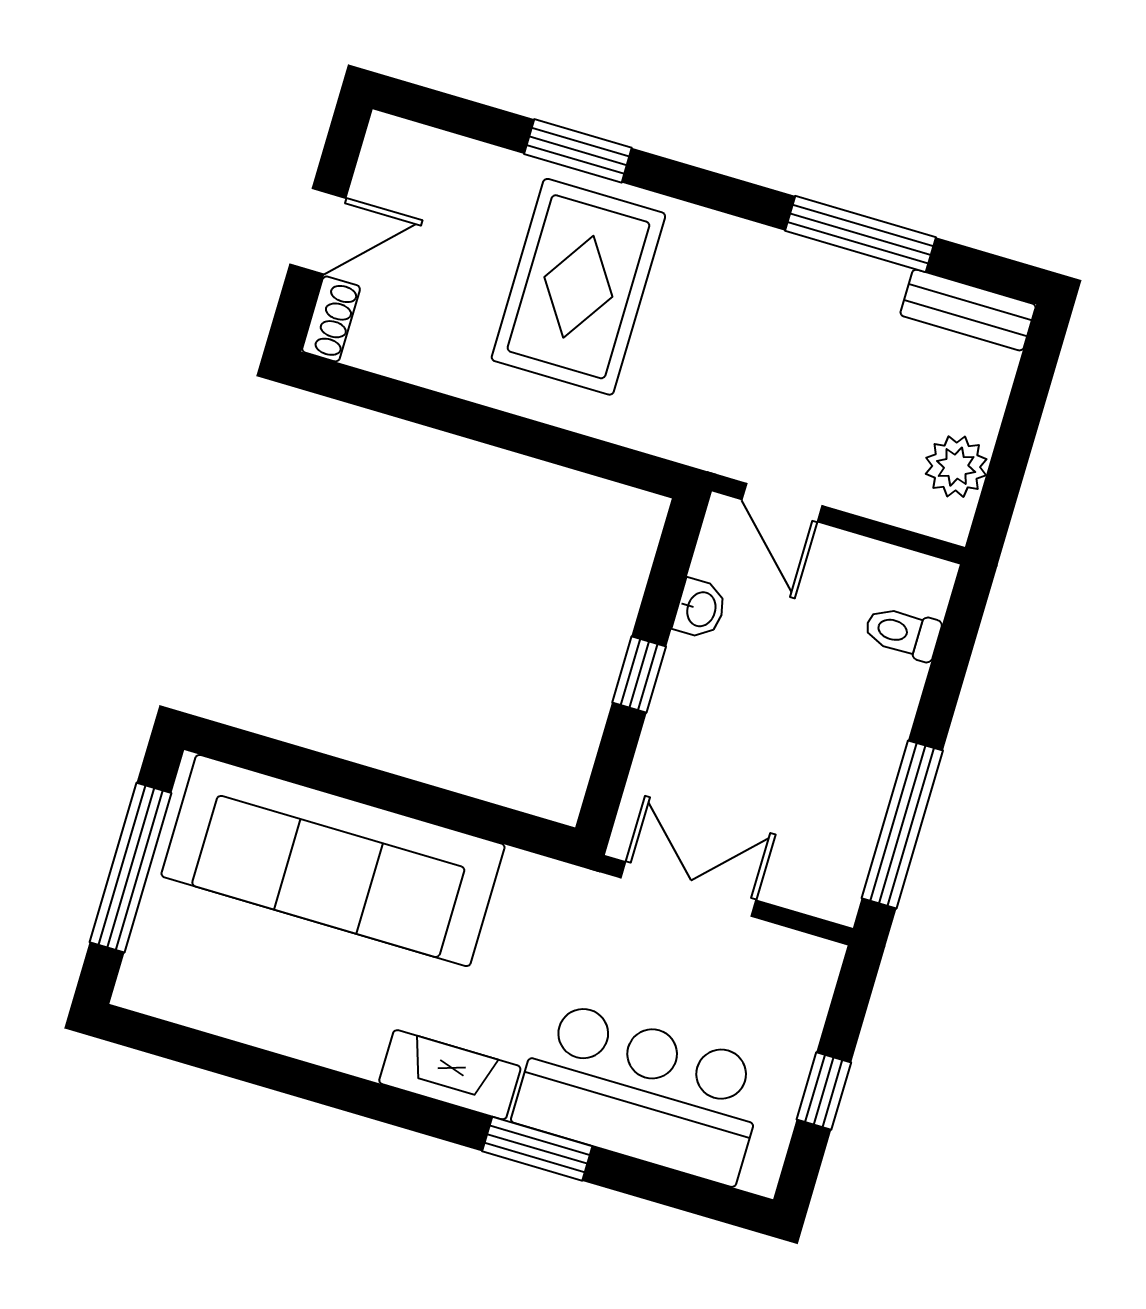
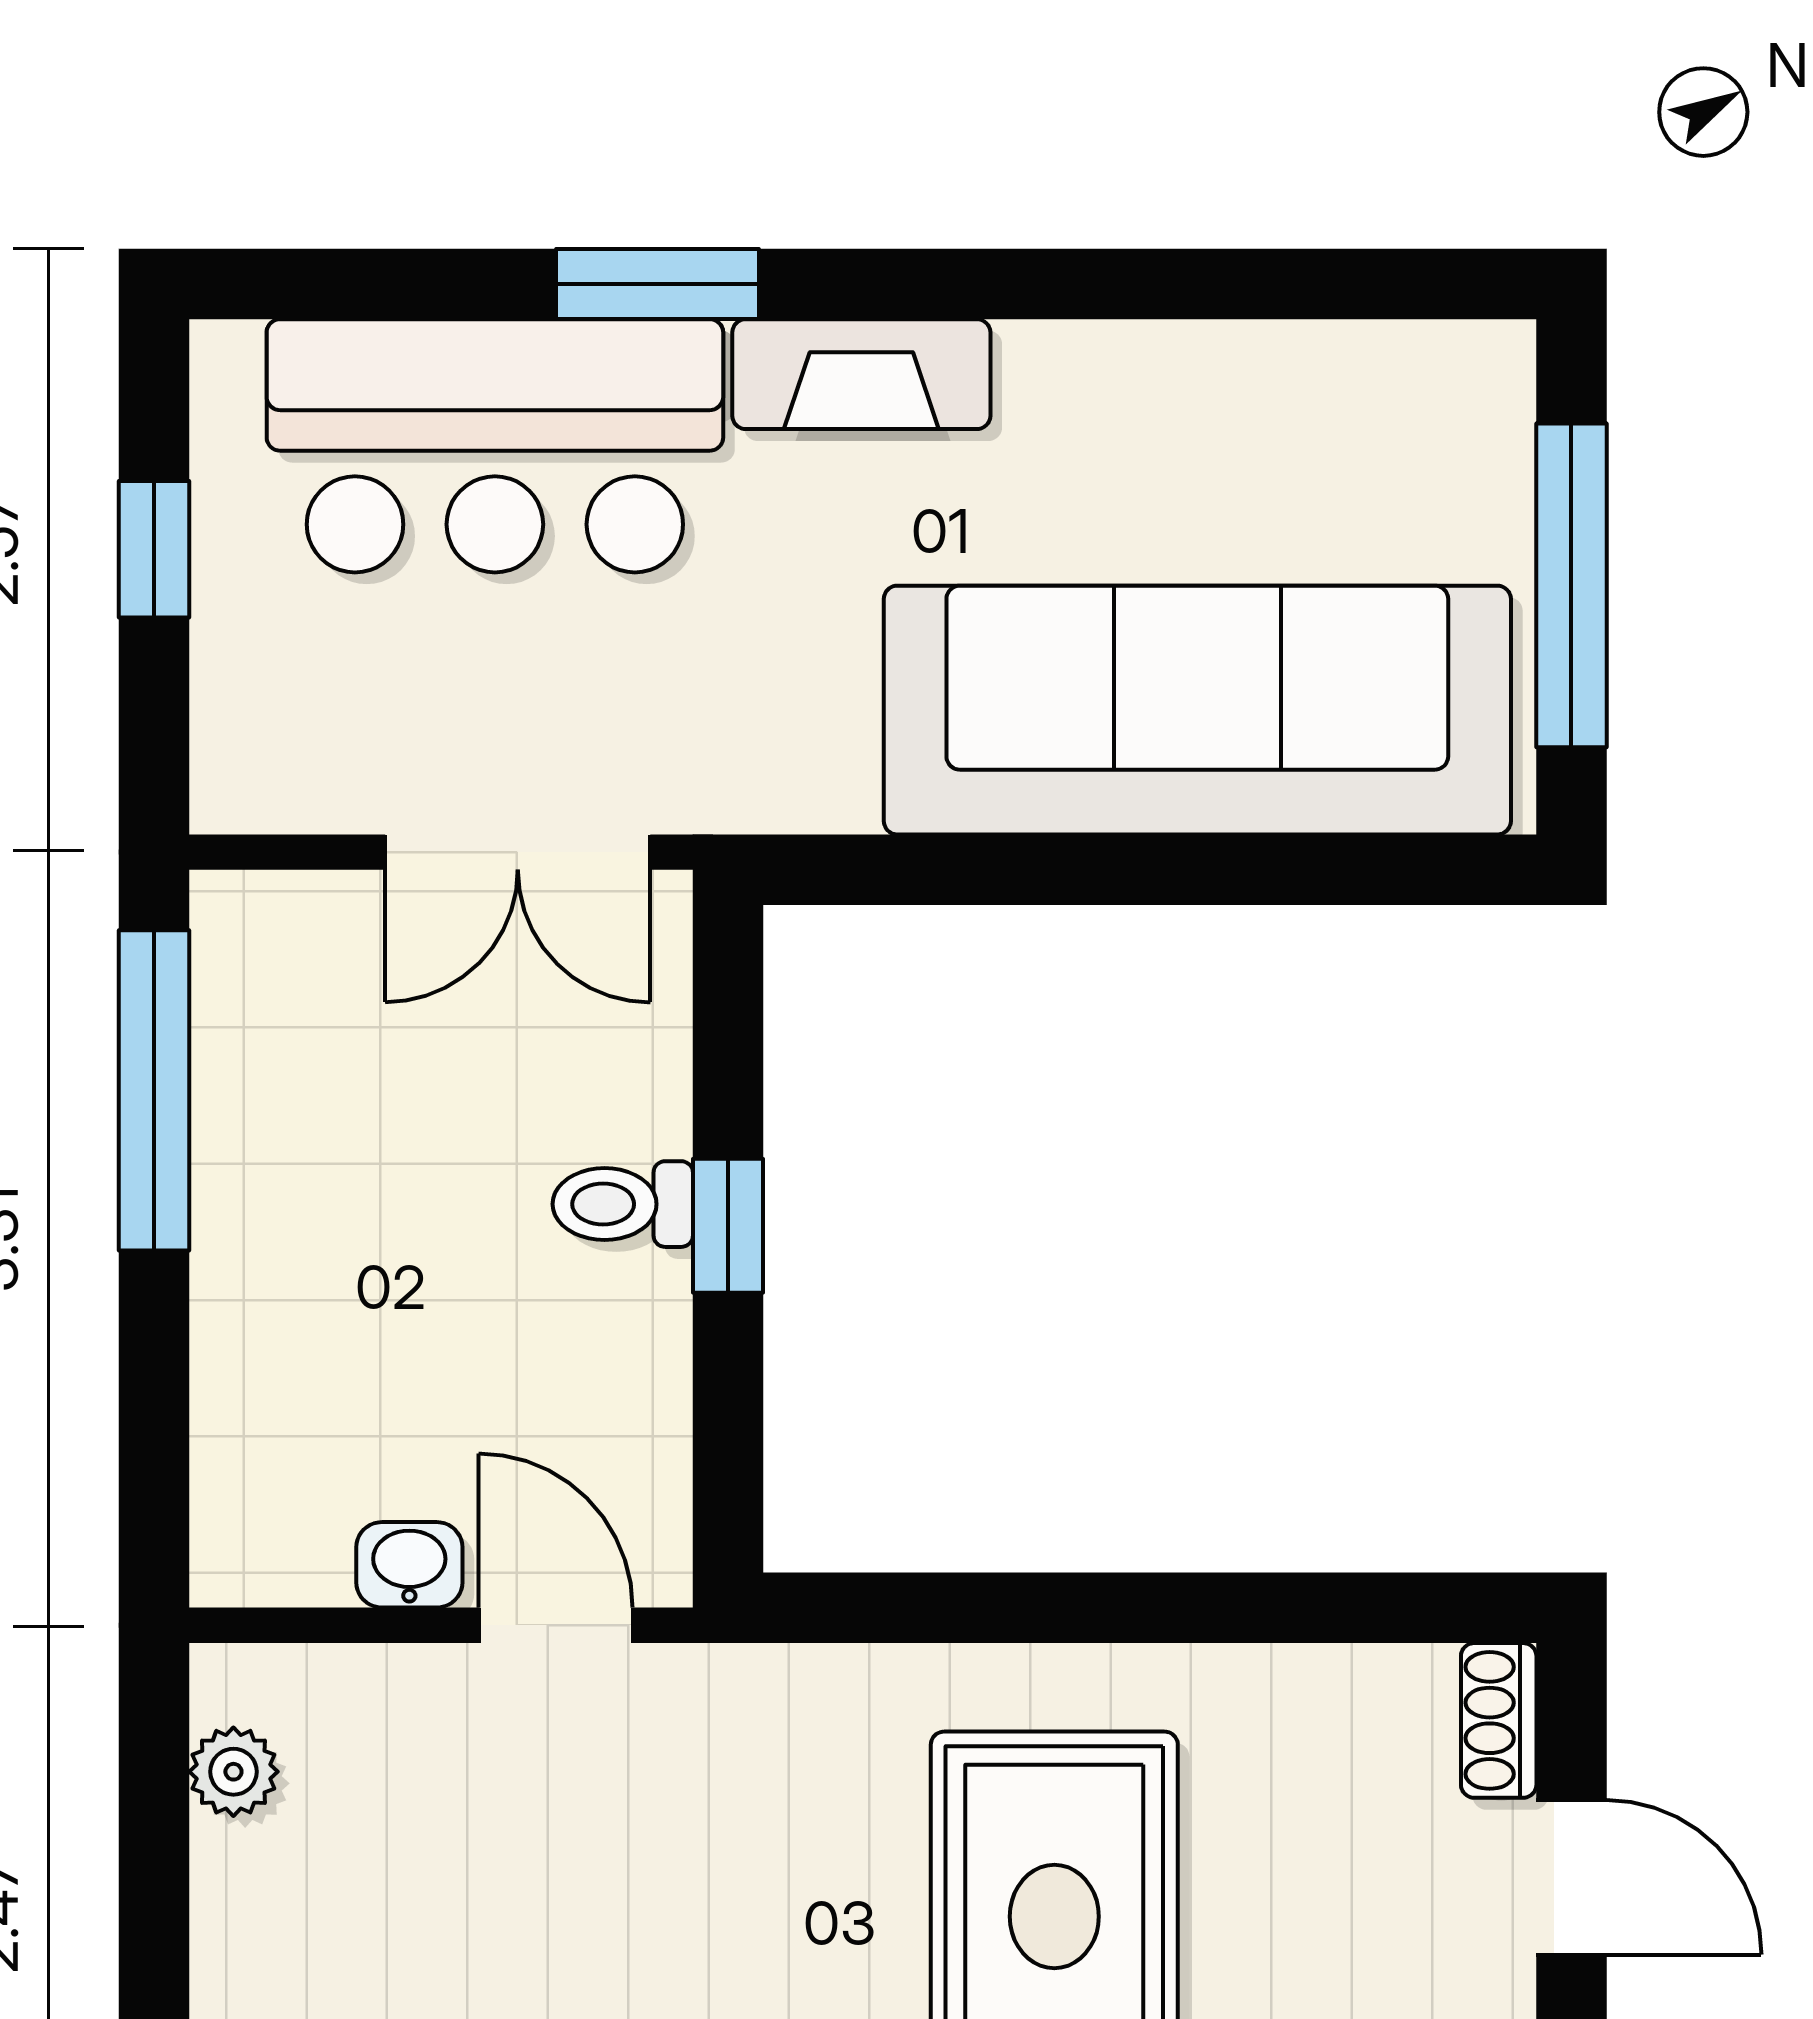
door: (318, 231) -> (1571, 1877), swing flipped
plant: (956, 467) -> (233, 1772), width x0.73, depth x0.73
washbasin: (700, 609) -> (409, 1565), moved, turned 90
toilet: (902, 633) -> (623, 1204), moved, turned 180

